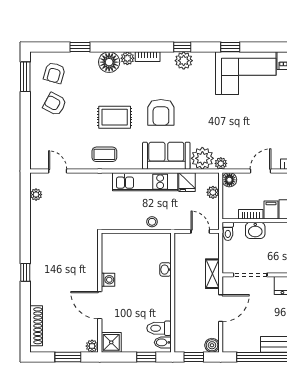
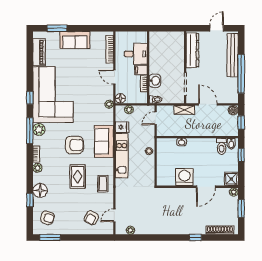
window: (182, 47) -> (30, 131), width x2.17
floor lamp: (109, 62) -> (40, 190), moved
corner sofa: (246, 73) -> (53, 95), width x1.36, depth x1.36
armchair: (55, 104) -> (91, 218), moved
plant: (202, 158) -> (106, 117), removed
window: (25, 272) -> (195, 237), moved
washing machine: (108, 280) -> (184, 177), width x1.89, depth x1.89

